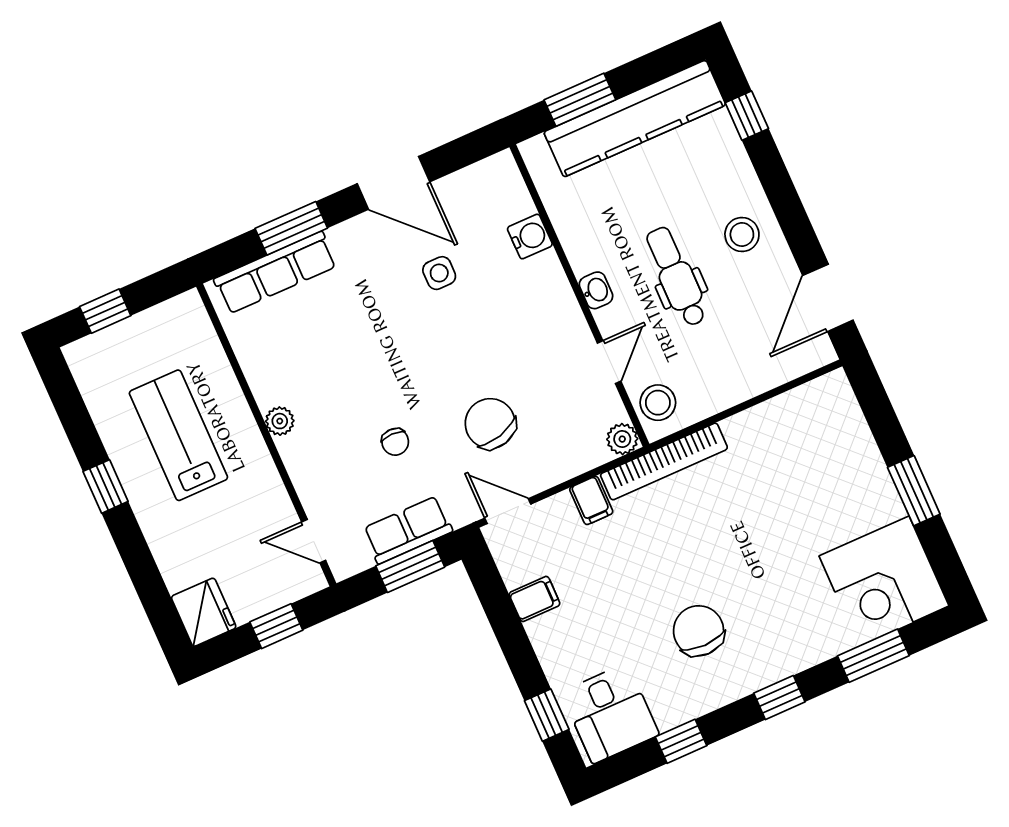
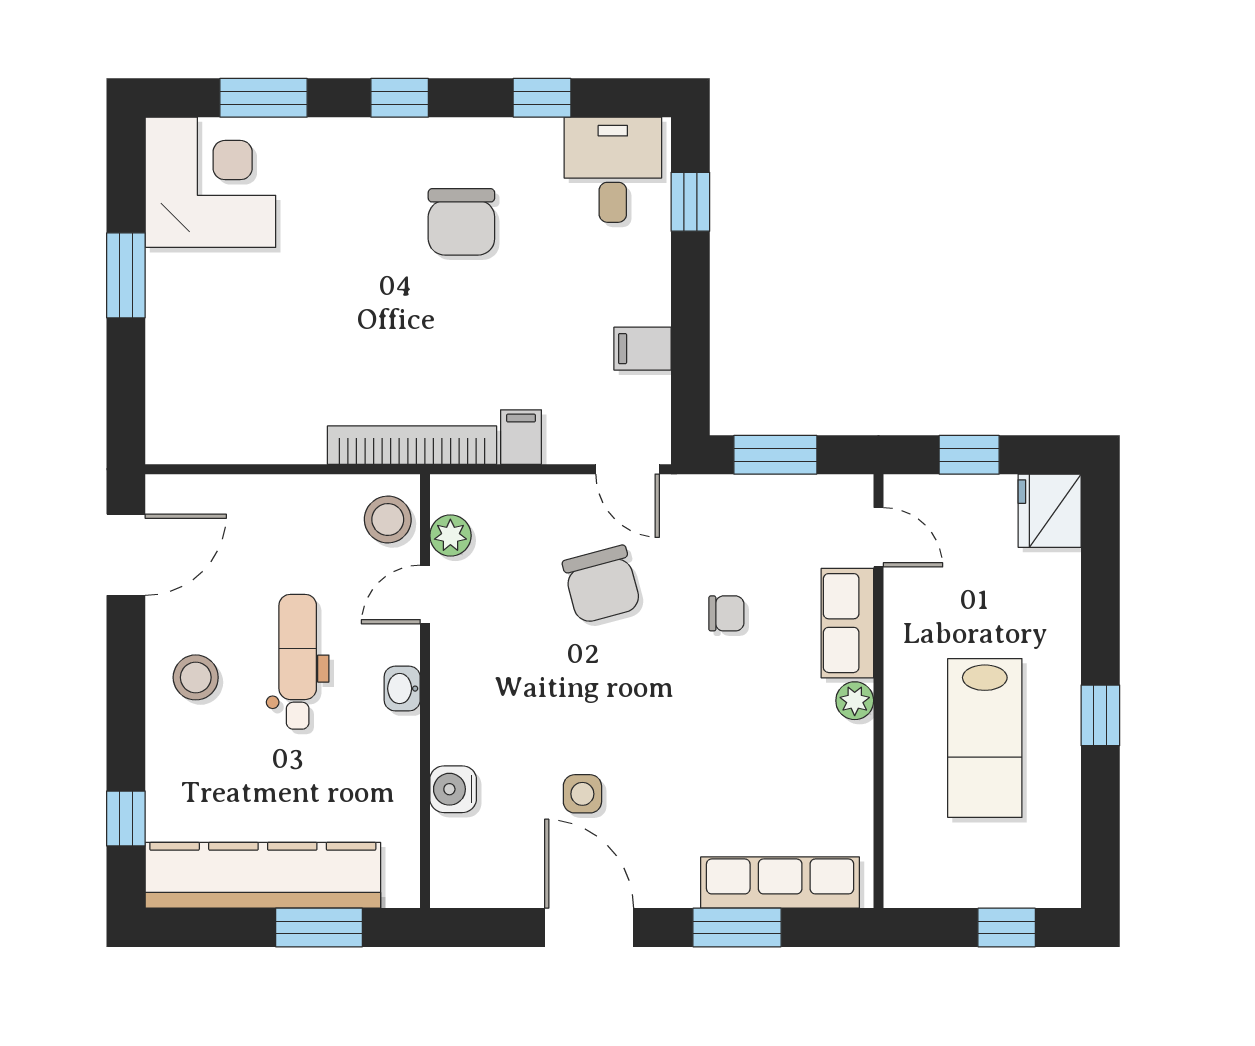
dental chair: (676, 277) -> (298, 662), turned 180
plant: (622, 439) -> (450, 536), moved
chair: (395, 442) -> (726, 613), turned 90
row of seats: (408, 530) -> (847, 623), moved, turned 90

